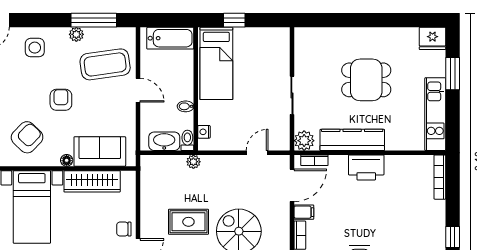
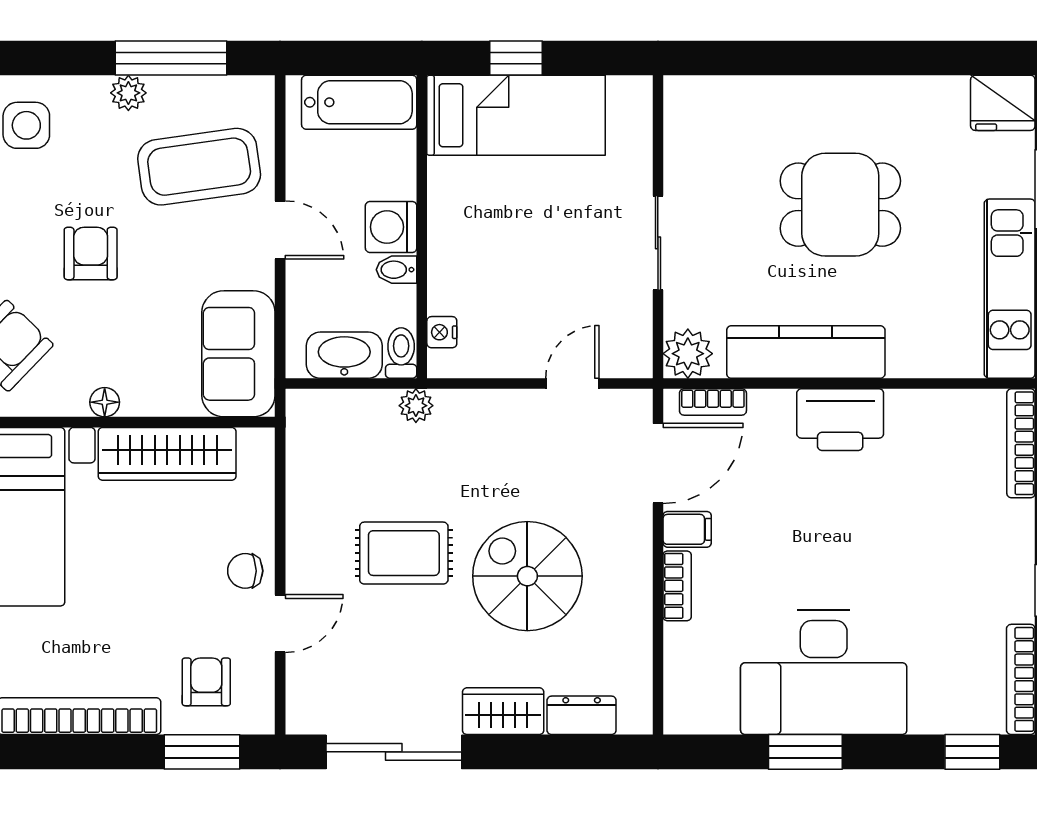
bed: (216, 63) -> (516, 115), moved, turned -90
washing machine: (183, 89) -> (391, 227), added
sofa: (100, 151) -> (238, 354), moved, turned -90

